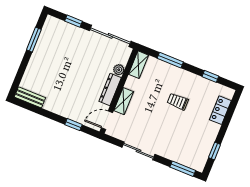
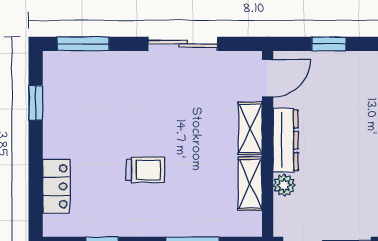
shelving: (138, 65) -> (250, 184), moved

